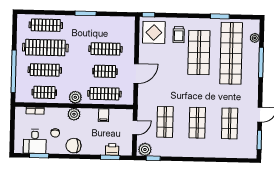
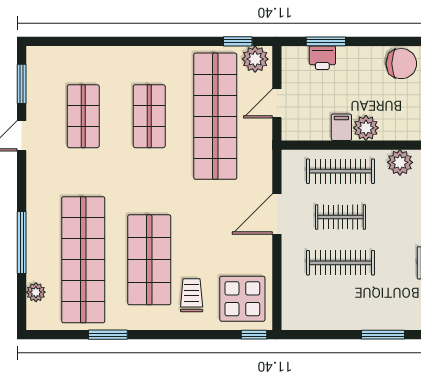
plant: (74, 114) -> (366, 128), moved
shop shelf: (165, 122) -> (215, 116), width x2.00, depth x1.36

